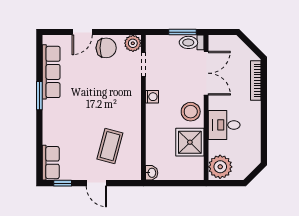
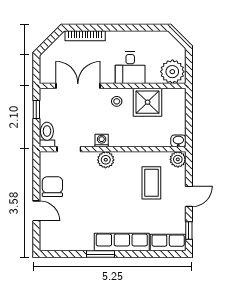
window: (183, 32) -> (36, 110), width x0.67
toilet: (192, 42) -> (47, 134), moved, turned 180
plant: (133, 43) -> (106, 160), moved
row of seats: (51, 72) -> (122, 242), moved
stool: (191, 112) -> (117, 101), width x0.53, depth x0.53
coffee table: (110, 146) -> (151, 183), turned 75
plant: (133, 172) -> (178, 159), added

